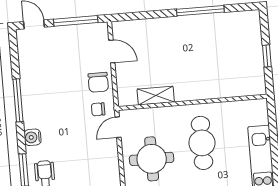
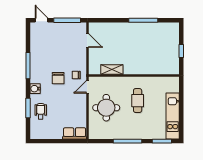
chair: (98, 82) -> (58, 78), moved
cafe table: (202, 143) -> (138, 101), width x0.73, depth x0.74

